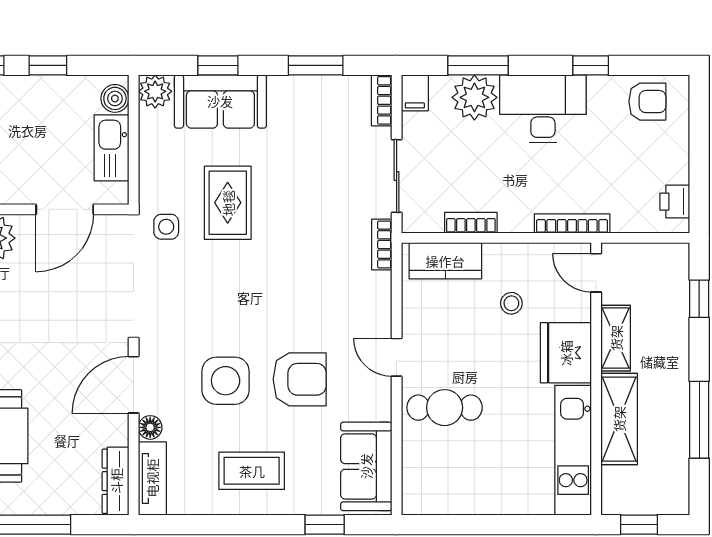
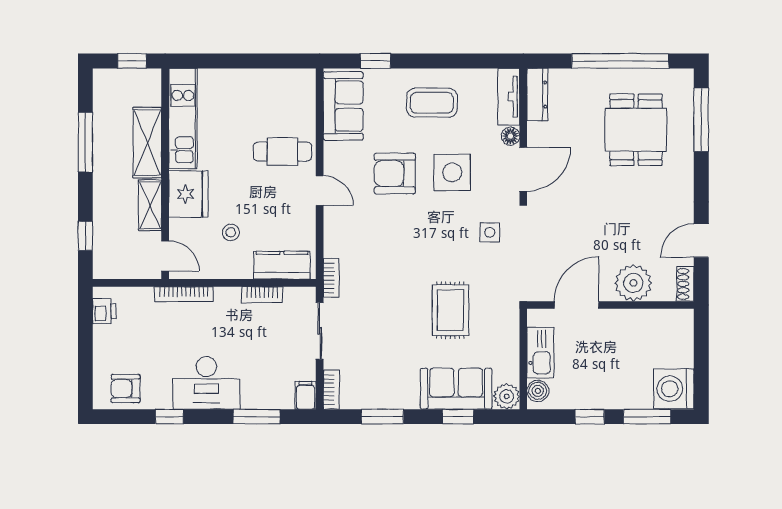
plant: (474, 97) -> (259, 392), removed
side table: (166, 227) -> (490, 232), moved

